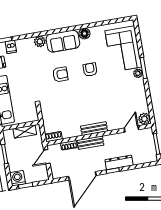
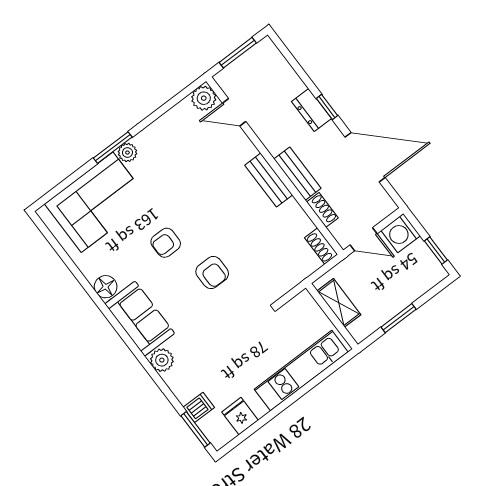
armchair: (60, 74) -> (212, 273), moved, turned 180
dresser: (119, 162) -> (312, 110), width x0.70
washing machine: (18, 178) -> (401, 233), moved

